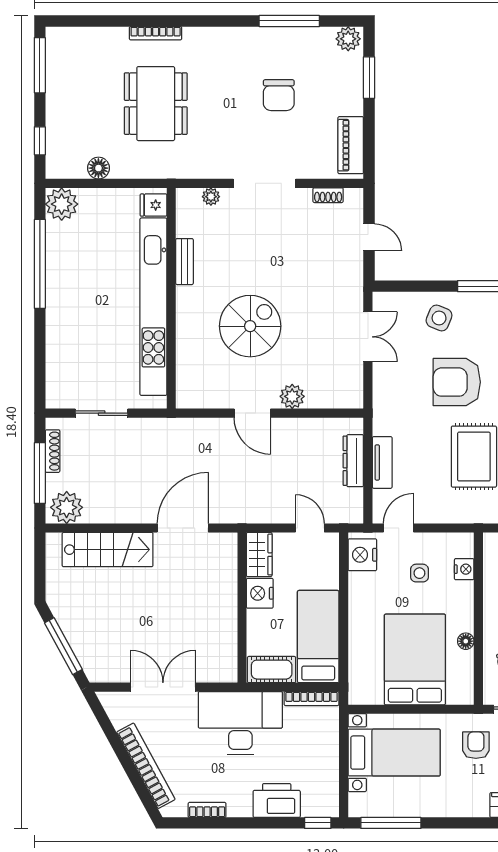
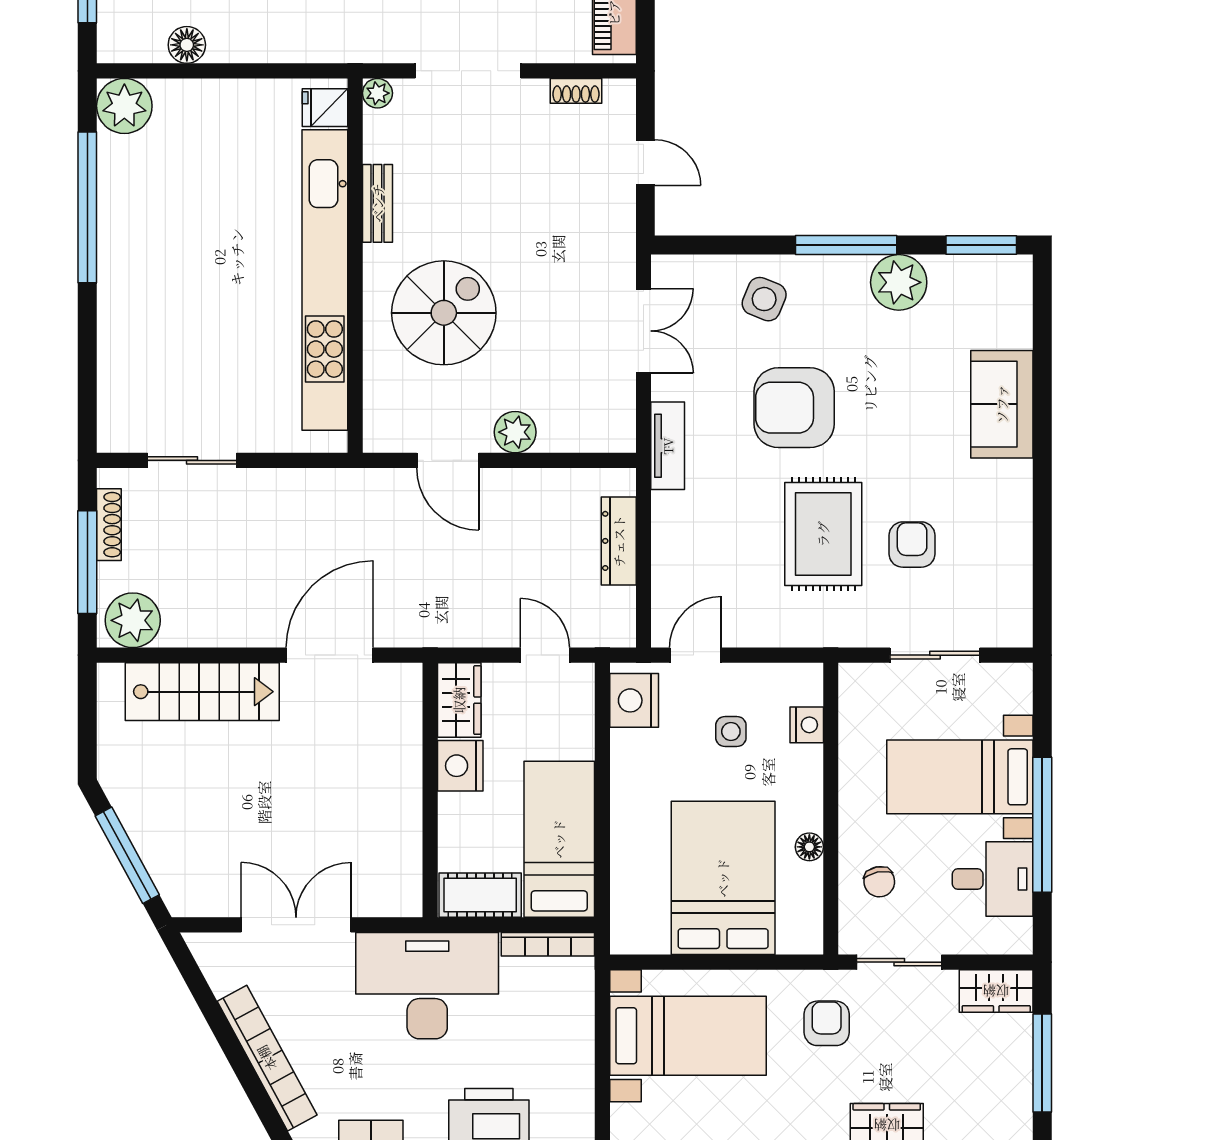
fridge: (154, 205) -> (325, 108), moved
bench: (184, 262) -> (378, 203), moved
wall: (171, 298) -> (355, 266), moved
kitchen unit: (153, 307) -> (325, 280), moved
tv unit: (382, 462) -> (668, 446), moved

